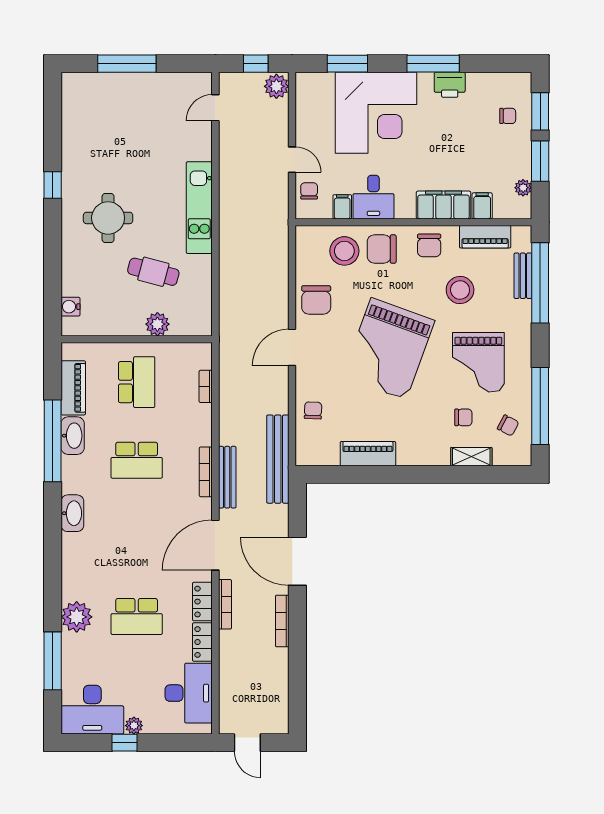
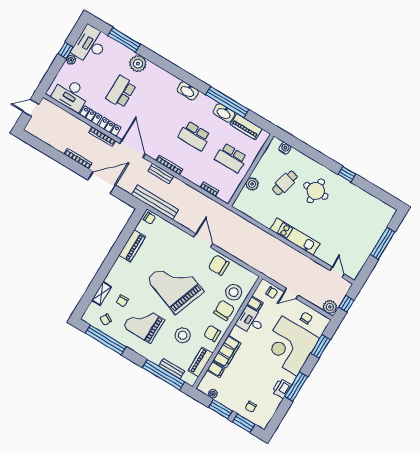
chair: (316, 113) -> (306, 318), added
cafe table: (153, 272) -> (285, 183), moved
chair: (313, 410) -> (149, 218), moved
school desk: (137, 460) -> (194, 136), turned -90
bench: (227, 477) -> (161, 173), width x0.73

